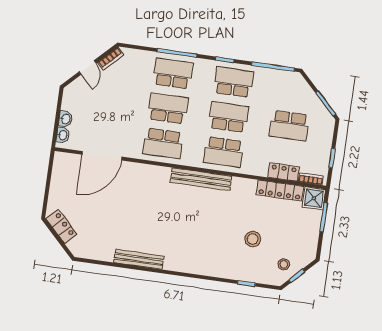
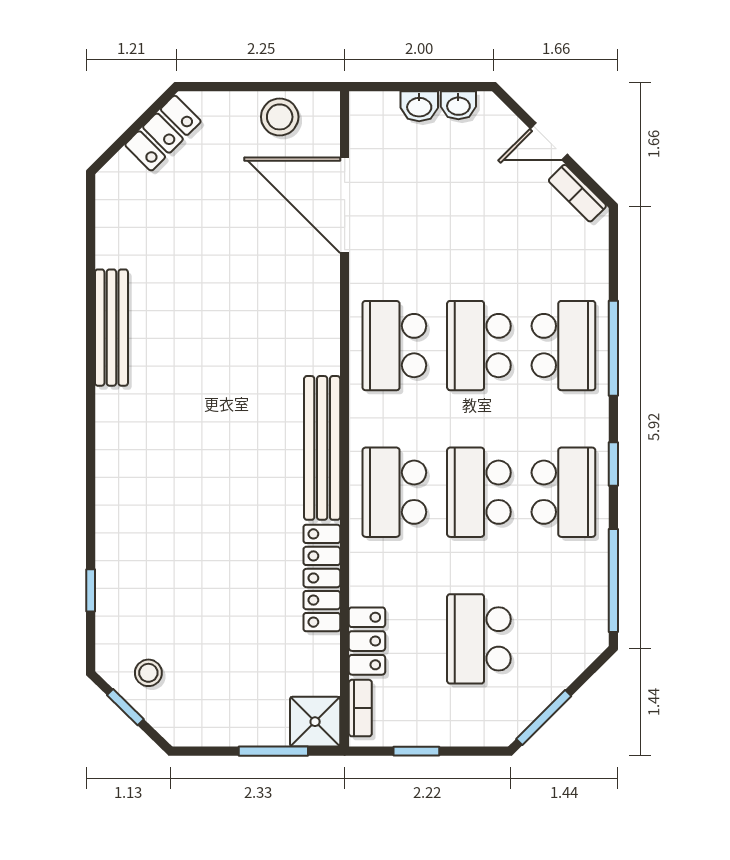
school desk: (168, 108) -> (479, 346), turned 180
school desk: (229, 117) -> (479, 492), turned 180
washbasin: (63, 135) -> (458, 105), moved
locker: (280, 191) -> (322, 578), moved
stool: (253, 239) -> (280, 117), moved

